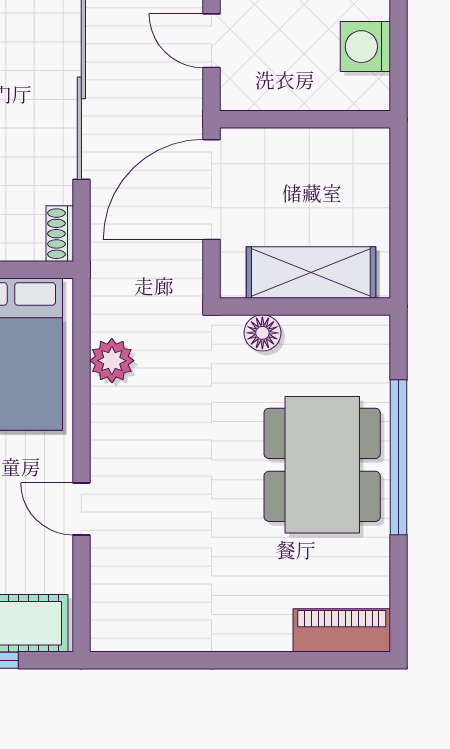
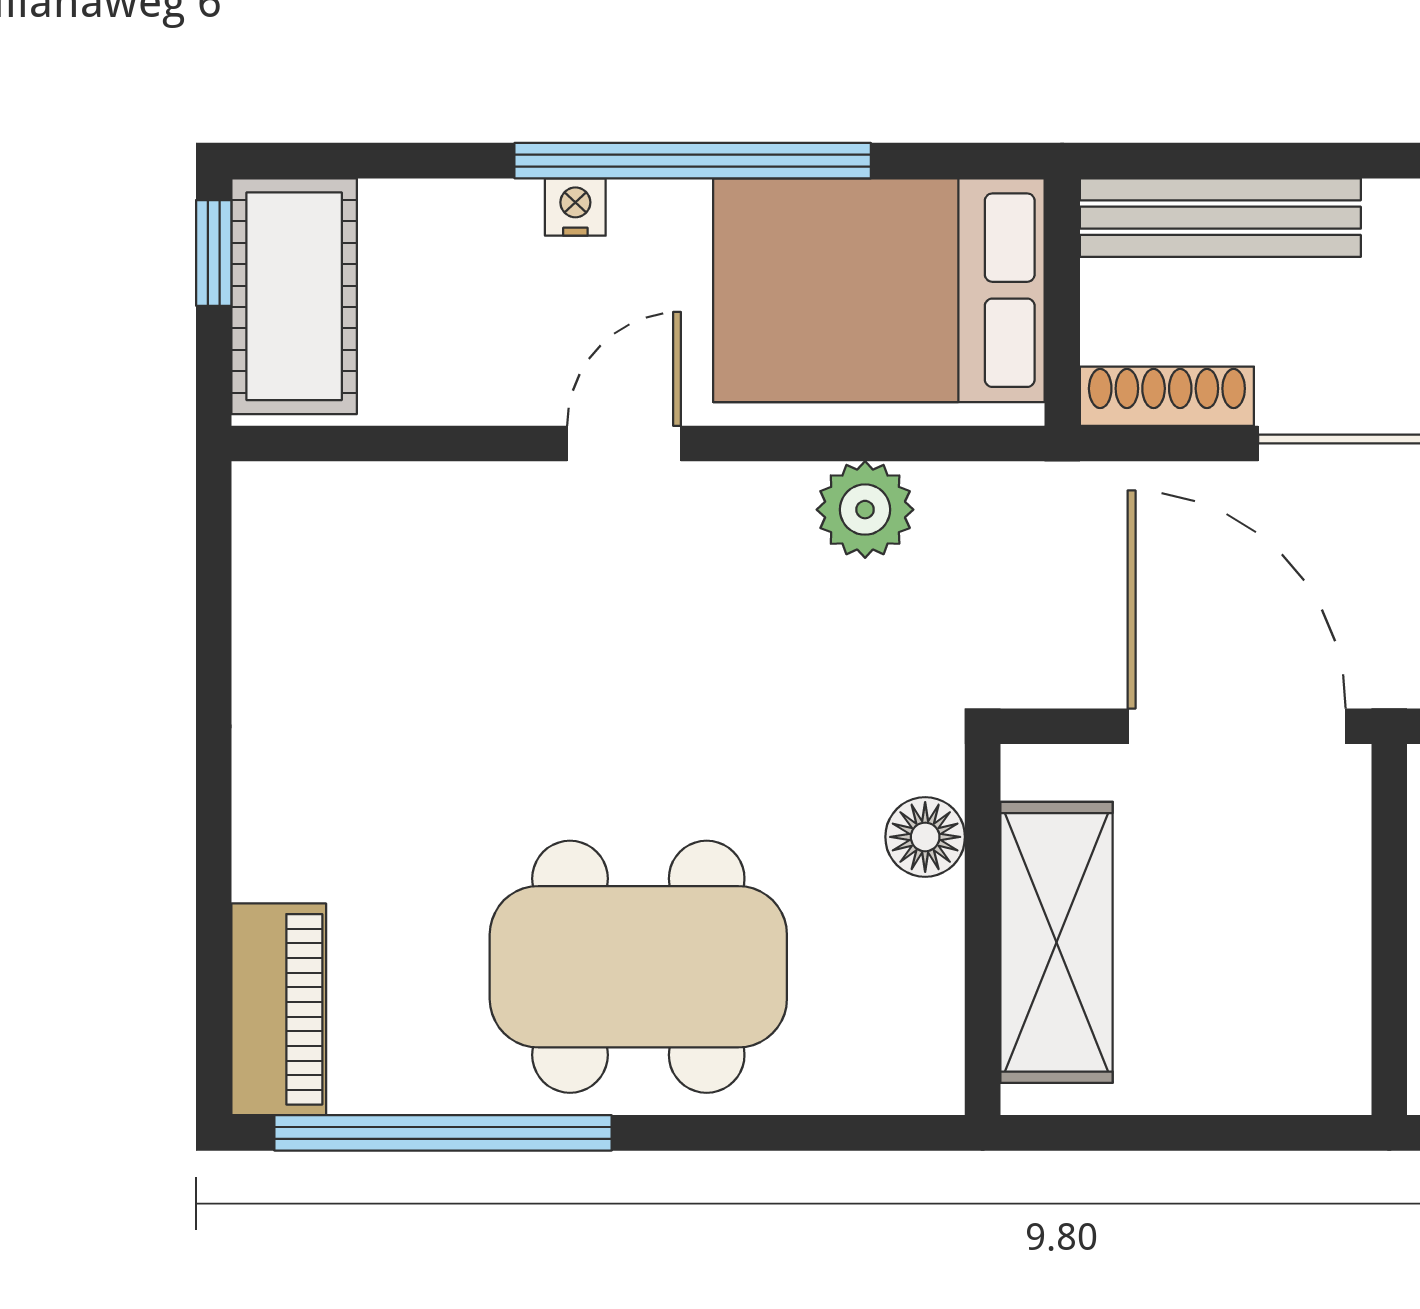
shoe rack: (60, 234) -> (1167, 396), width x1.43
window: (399, 457) -> (443, 1133), moved
door: (81, 509) -> (624, 443), moved

